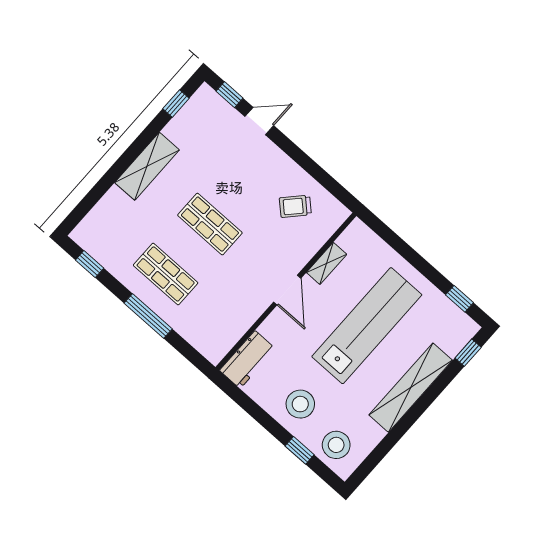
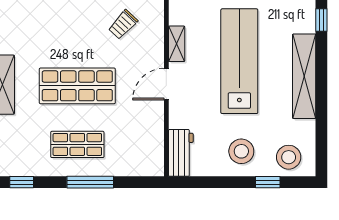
shop shelf: (210, 224) -> (77, 86), width x1.43, depth x1.36
door: (287, 290) -> (166, 84), swing flipped

